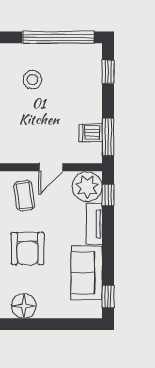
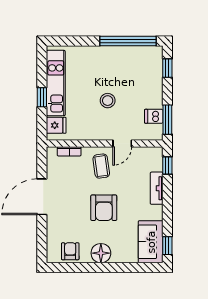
stool: (32, 80) -> (108, 101), moved
plant: (87, 187) -> (151, 159), removed
sofa: (87, 273) -> (151, 242), moved

